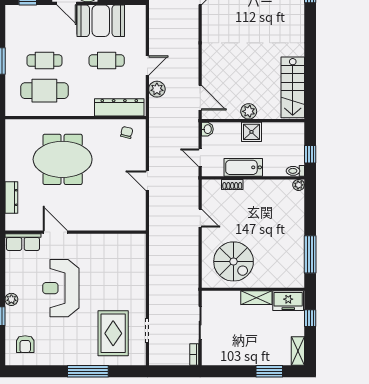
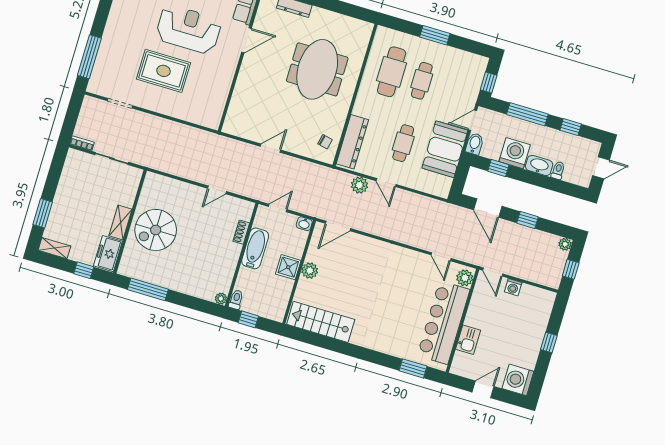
spiral stairs: (234, 261) -> (156, 230), moved
rug: (113, 333) -> (164, 71), moved
window: (88, 371) -> (89, 57), moved

